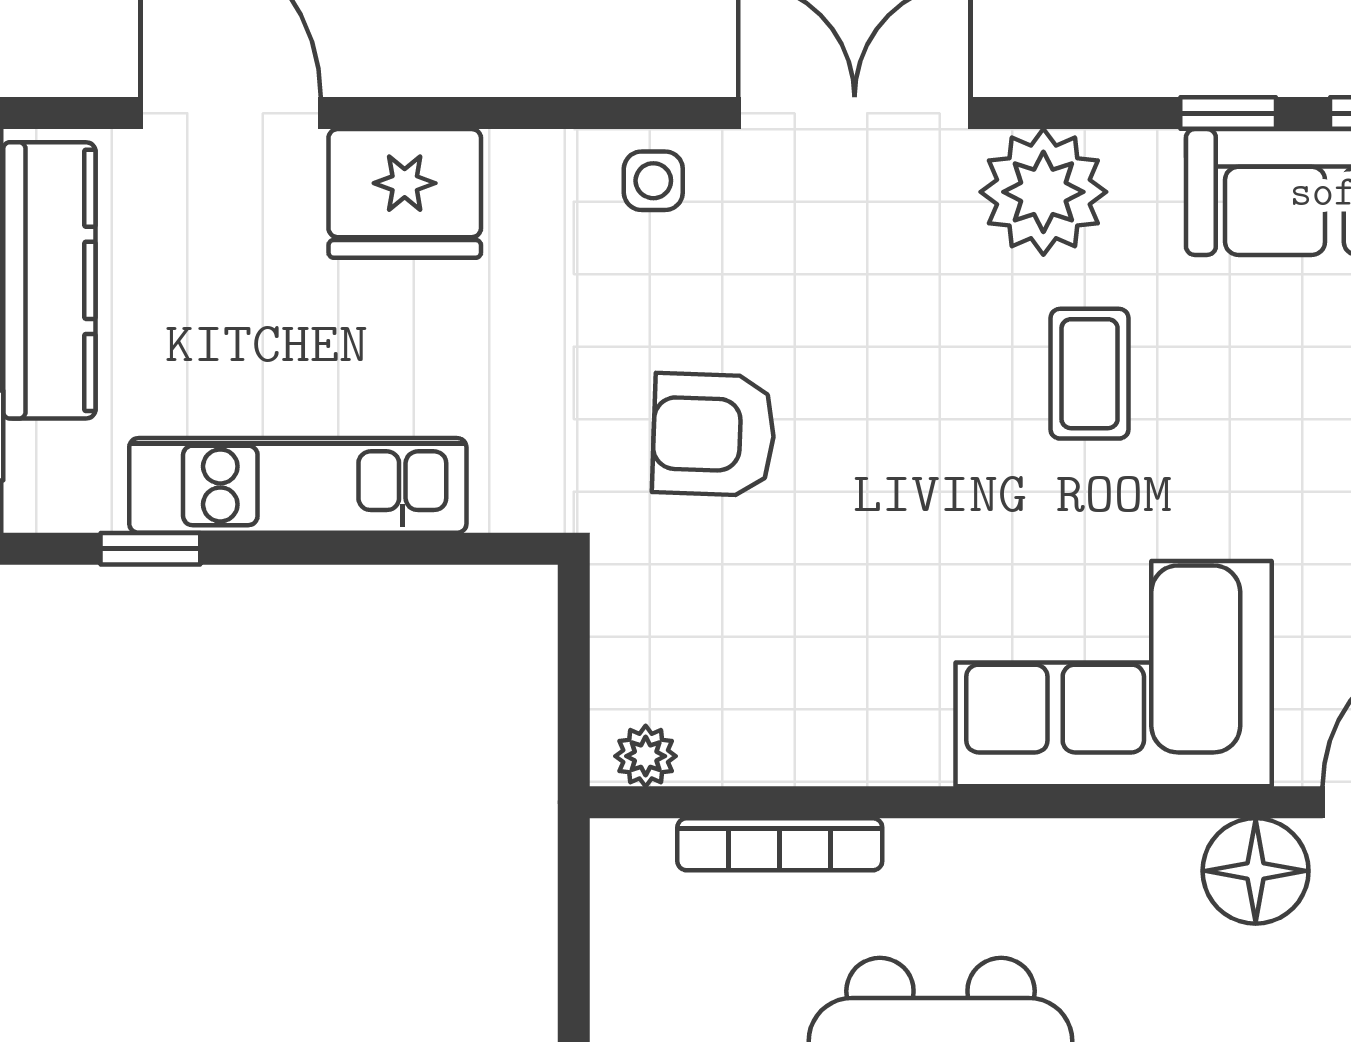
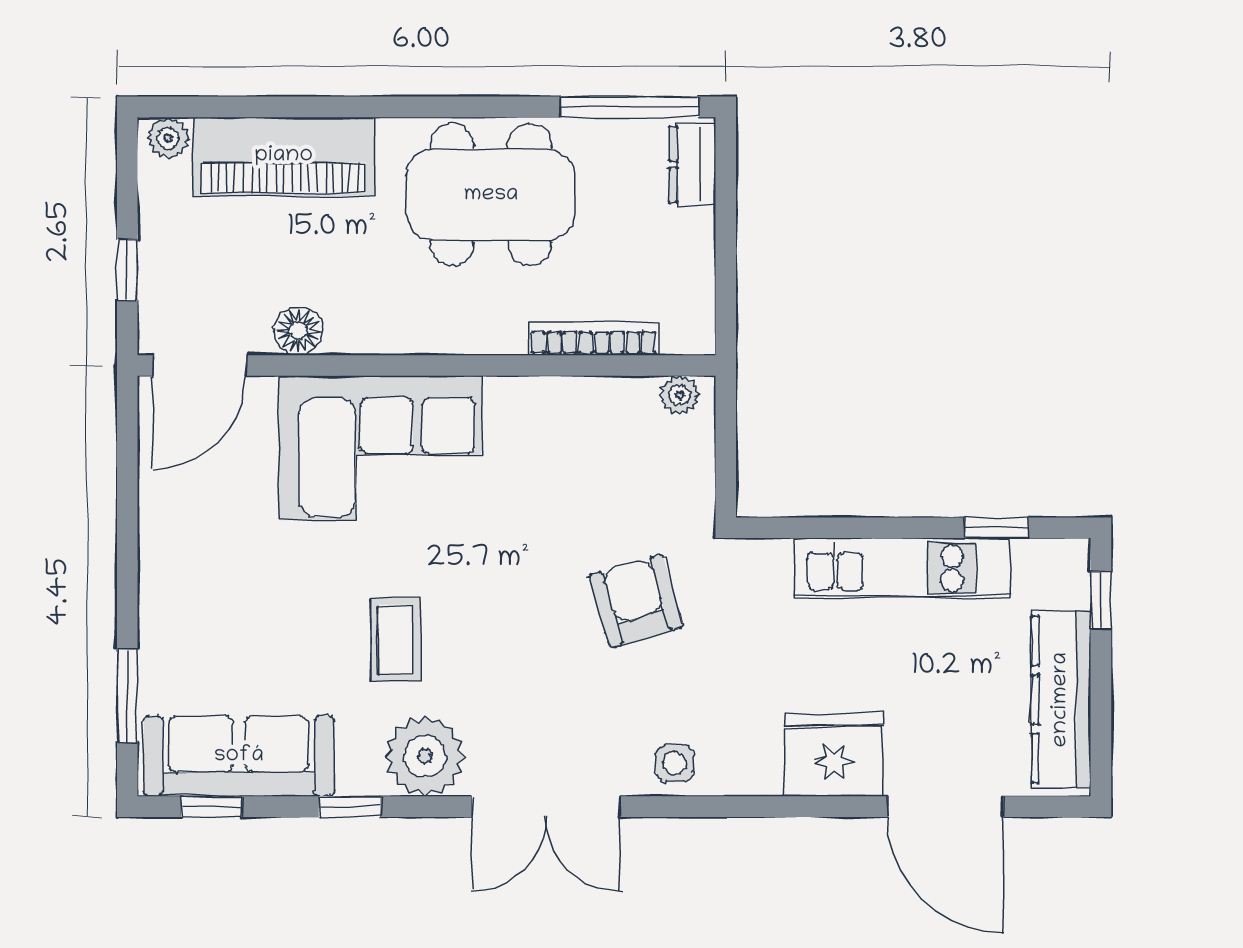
window: (1228, 113) -> (350, 807), moved
armchair: (714, 434) -> (636, 601), turned -108
floor lamp: (1256, 871) -> (298, 331), width x0.73, depth x0.73

